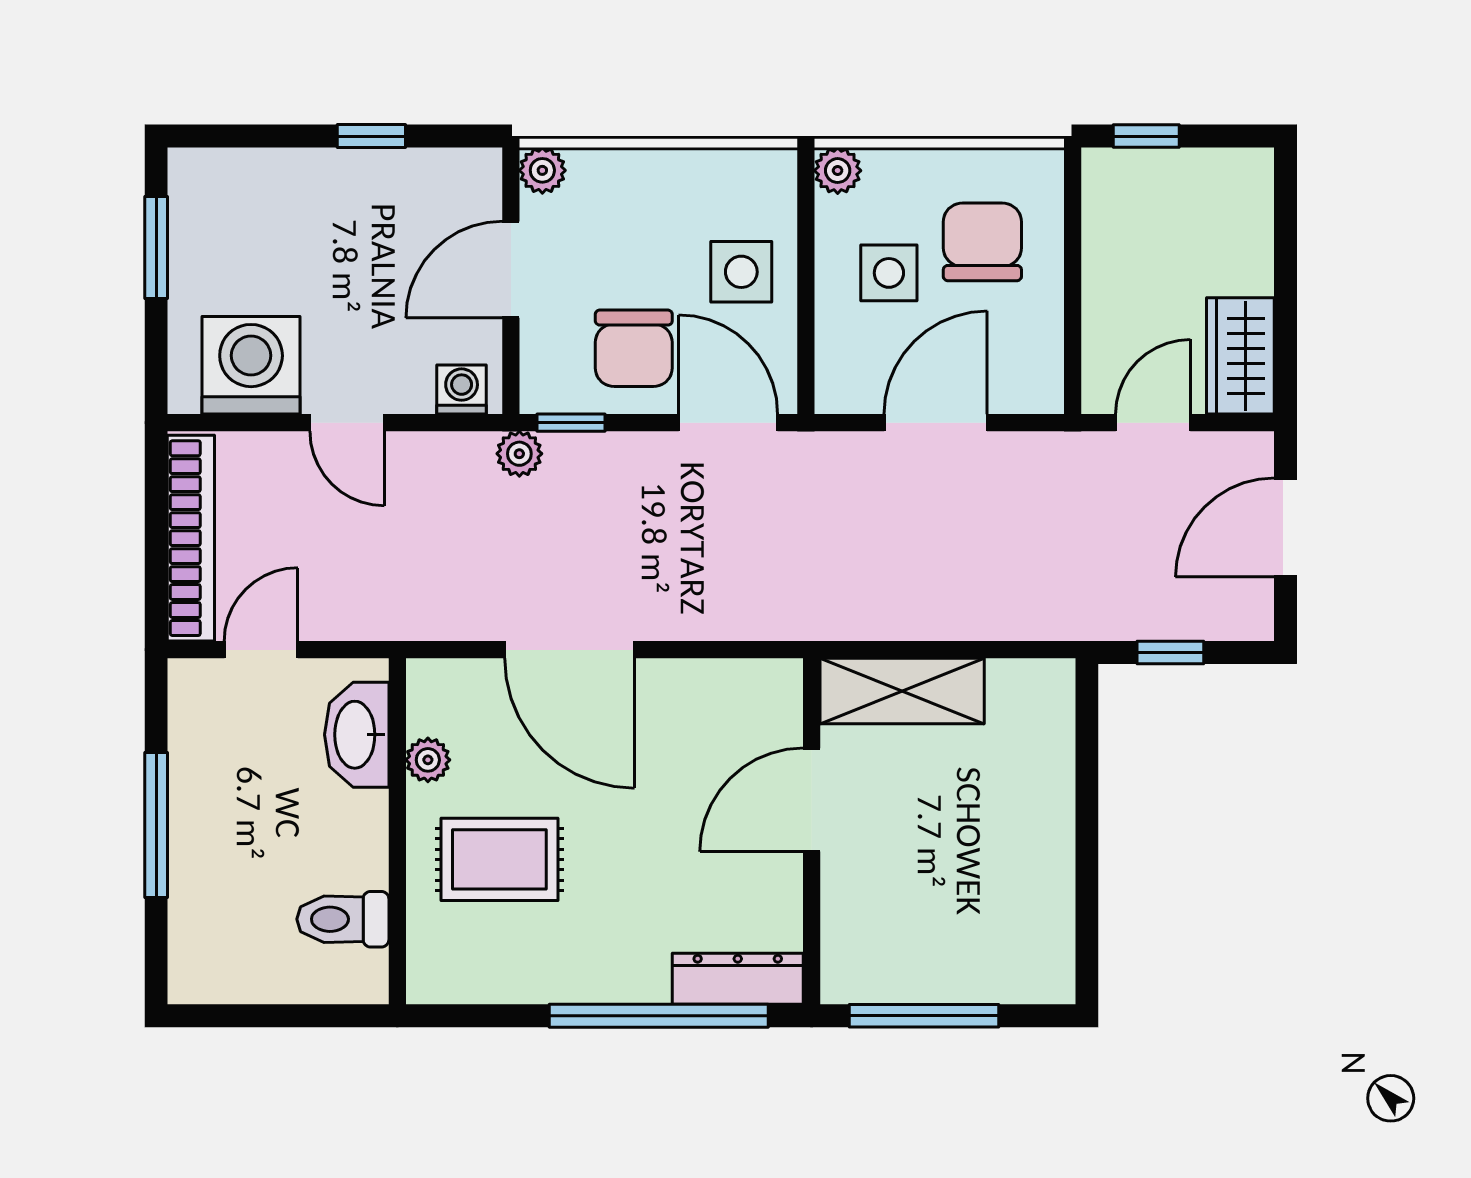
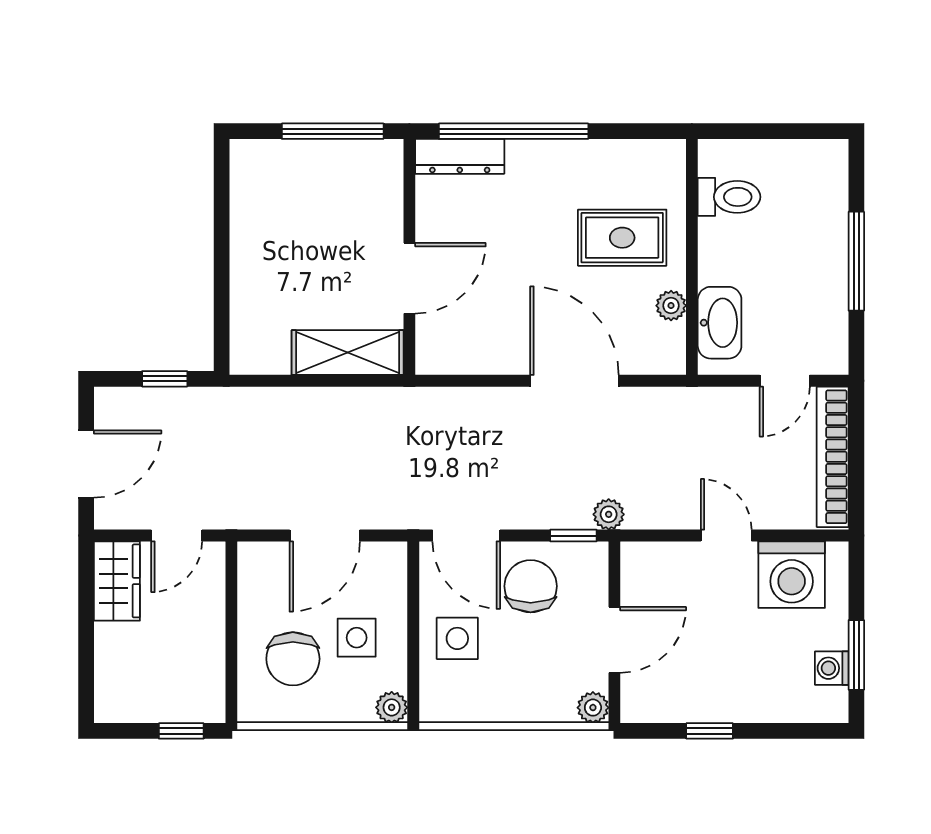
washing machine: (462, 389) -> (832, 668), moved, turned 90

